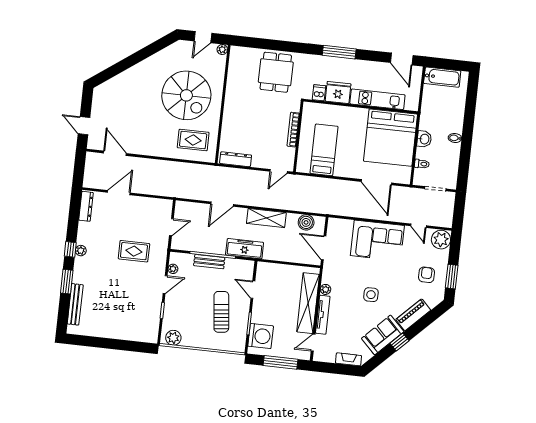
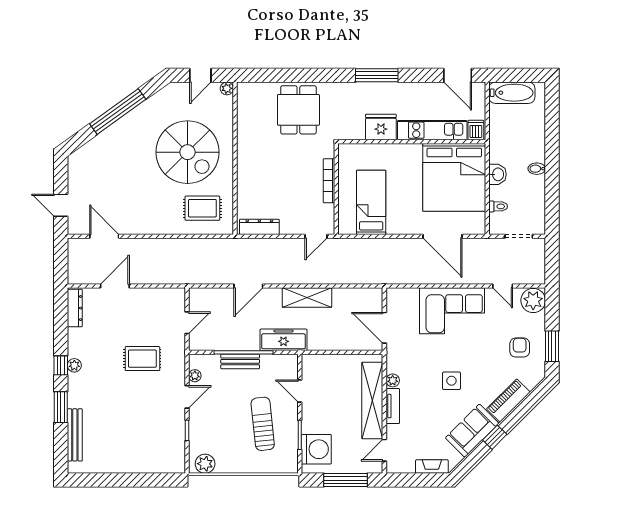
window: (136, 58) -> (118, 112), added
dishwasher: (319, 93) -> (476, 130), moved
boiler: (306, 222) -> (358, 298), removed
tv unit: (323, 315) -> (393, 406), width x0.71

